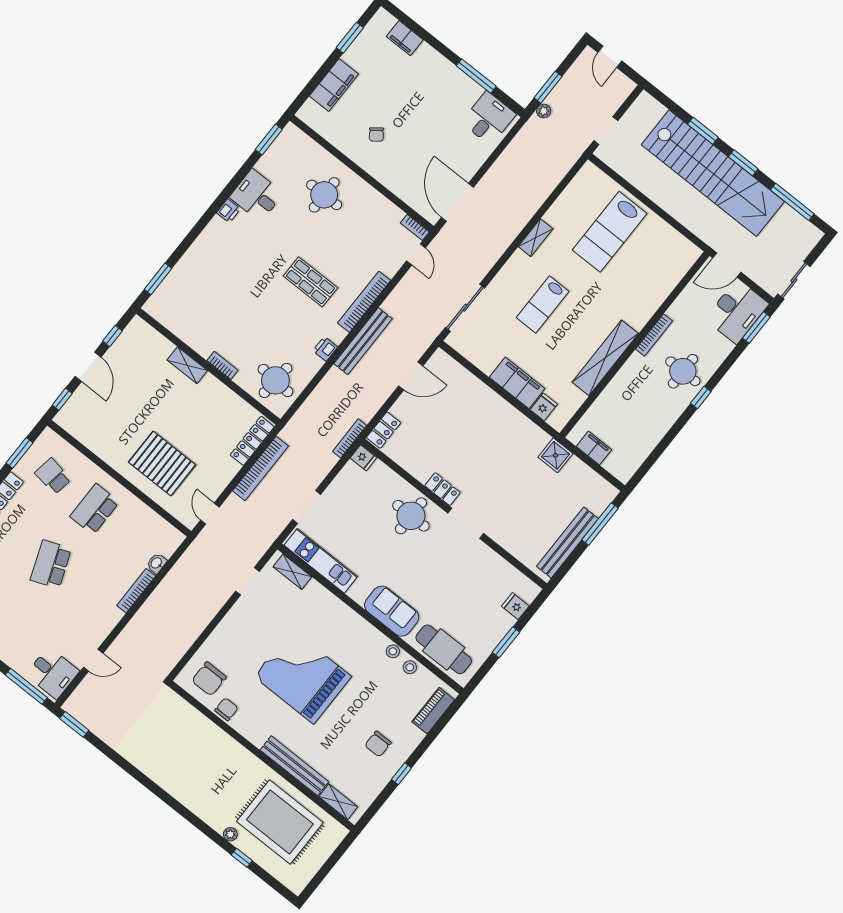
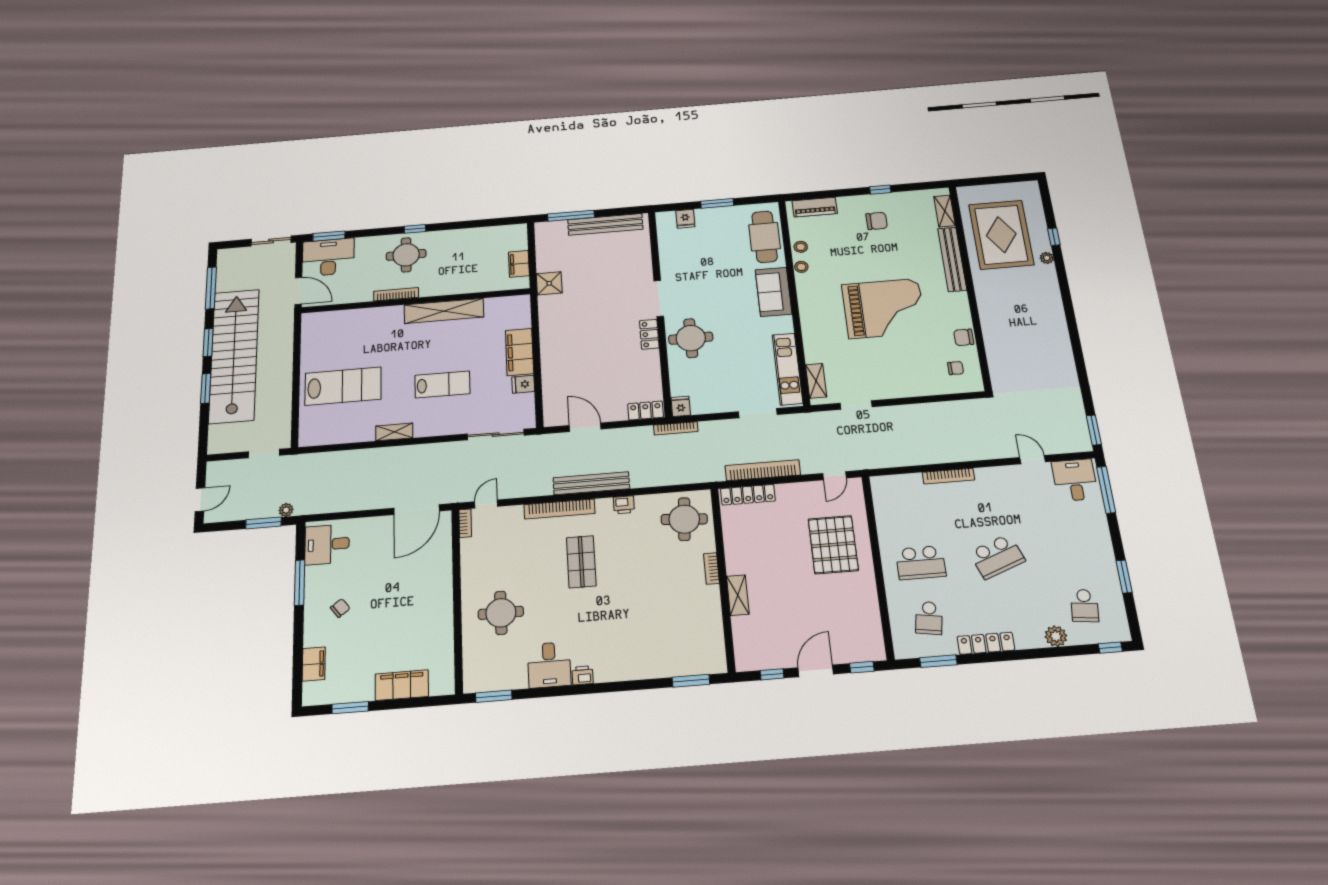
chair: (376, 135) -> (340, 608), moved
fridge: (544, 407) -> (523, 384), moved
washbasin: (157, 563) -> (912, 480), removed
grand piano: (303, 677) -> (884, 308), turned -90
chair: (209, 679) -> (956, 368), width x0.54, depth x0.54

